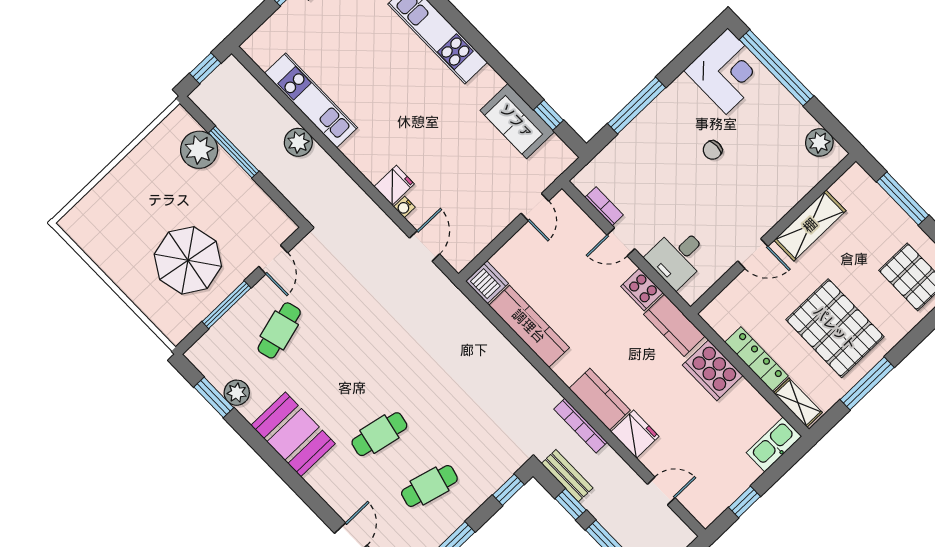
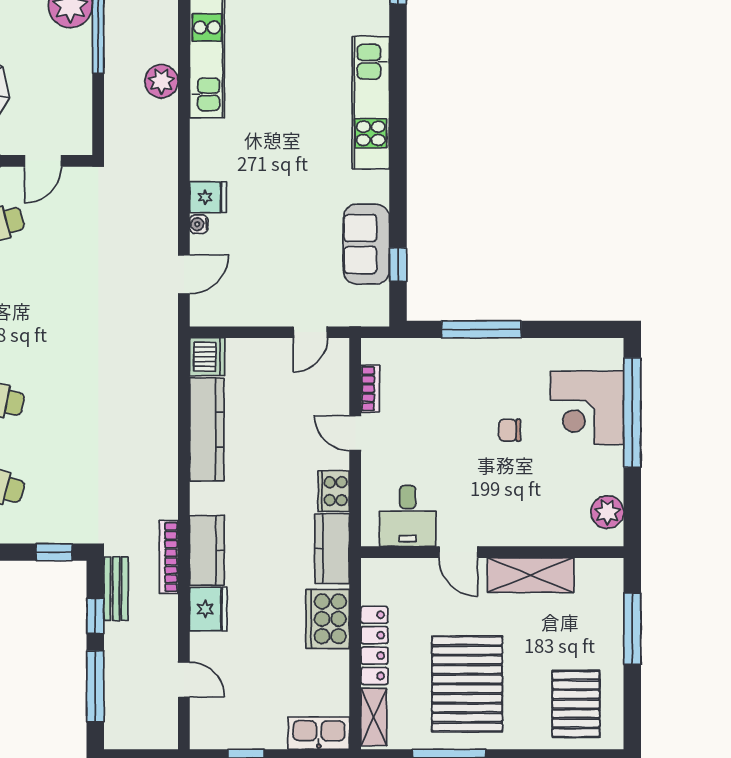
corner desk: (727, 71) -> (587, 408), moved, turned 90
desk: (678, 257) -> (408, 516), moved, turned -90

